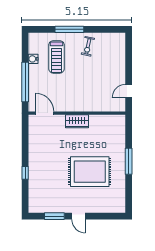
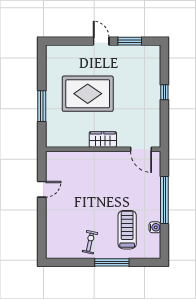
door: (45, 113) -> (141, 149), moved
wall: (77, 113) -> (103, 149), moved
wardrobe: (77, 121) -> (103, 139), moved

